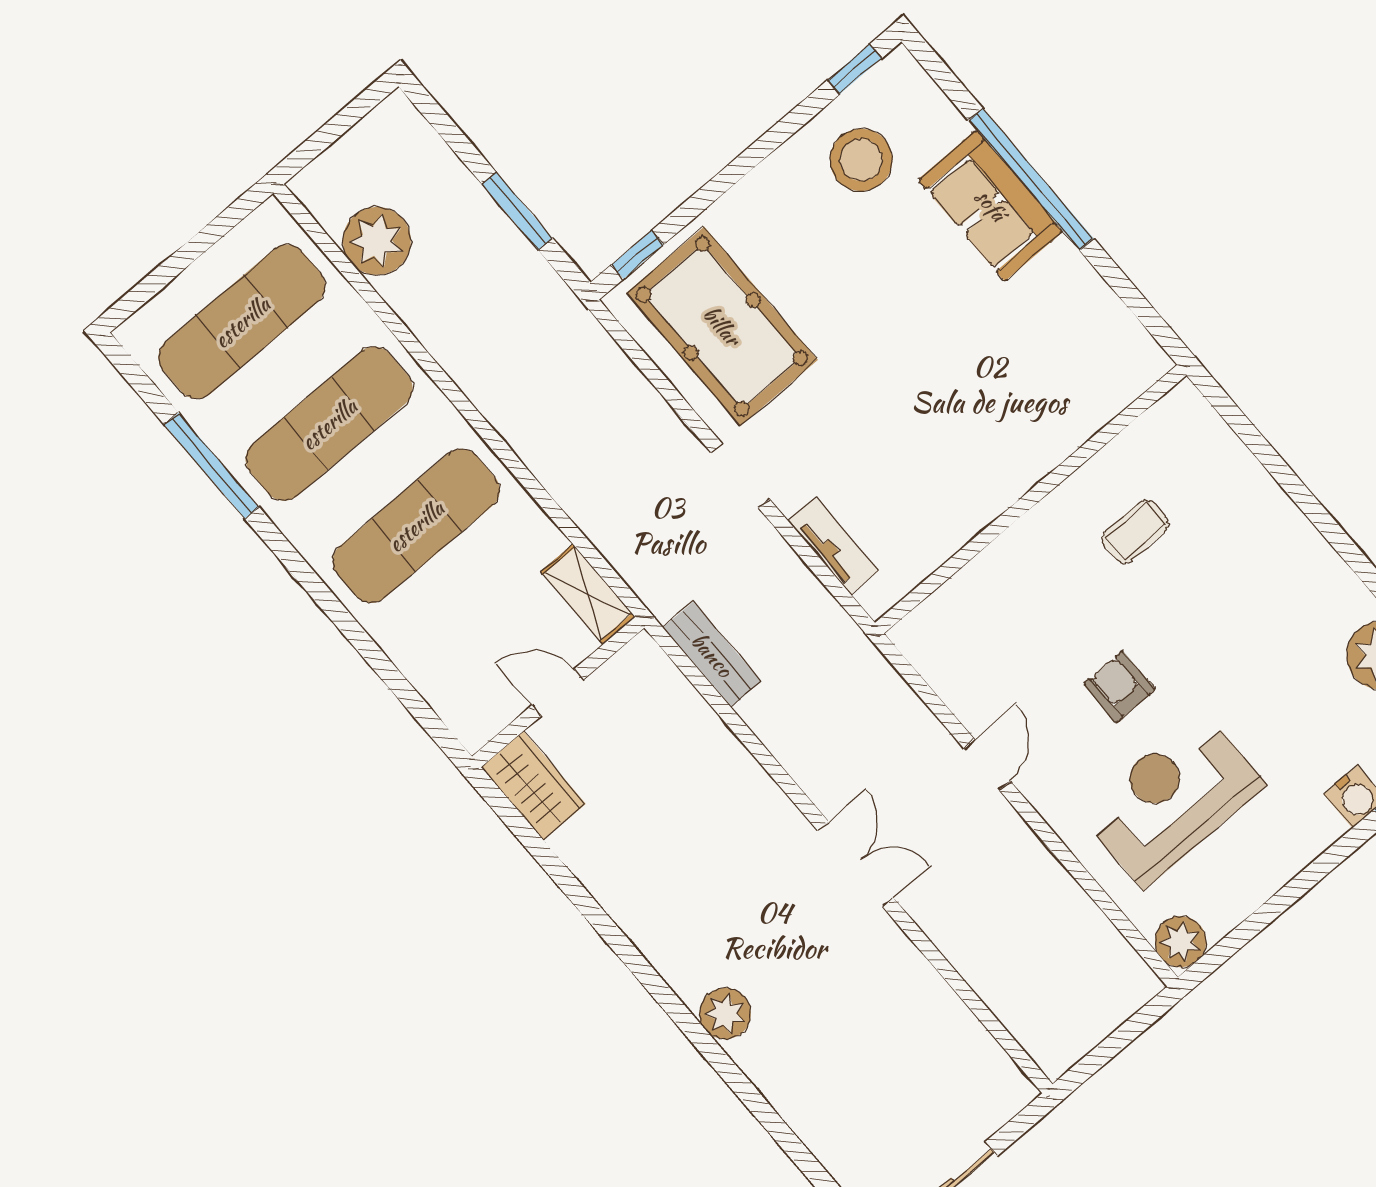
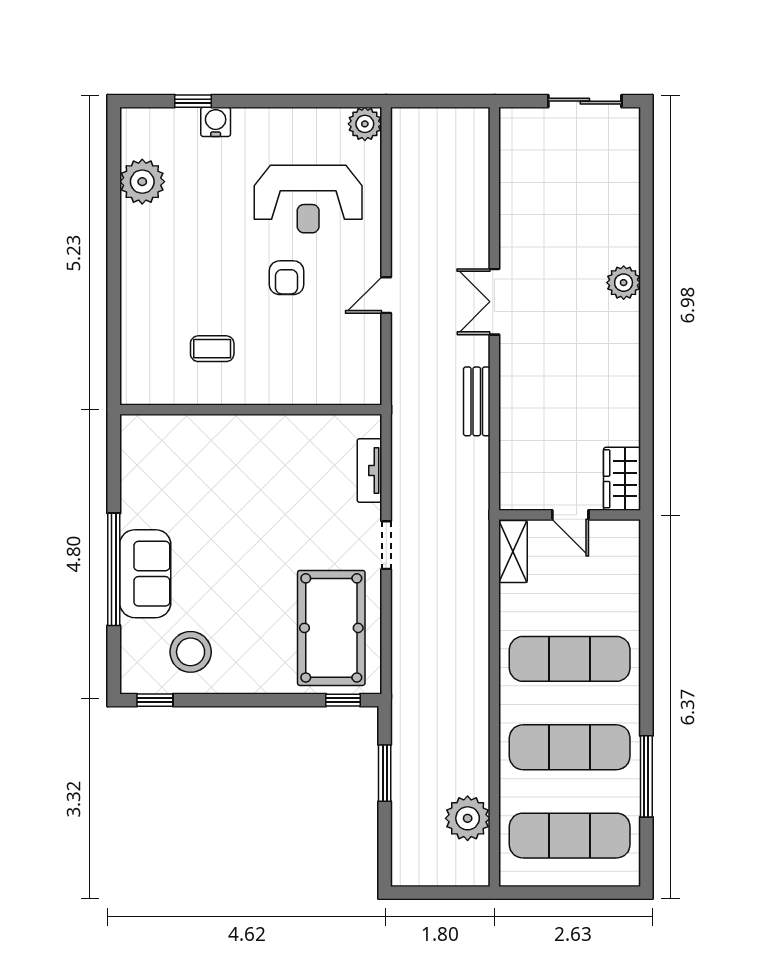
bench: (712, 655) -> (477, 401), moved

